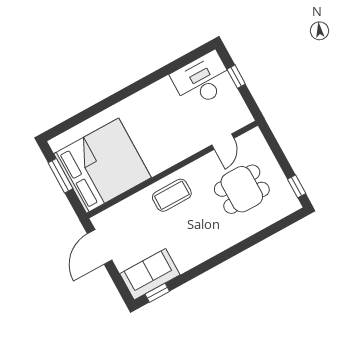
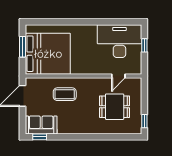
desk: (202, 80) -> (119, 41), width x1.36, depth x1.30
coffee table: (172, 195) -> (65, 94), moved

